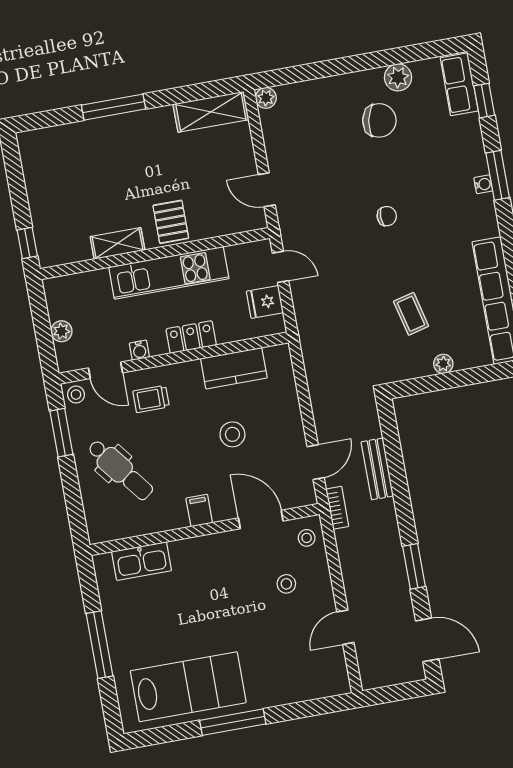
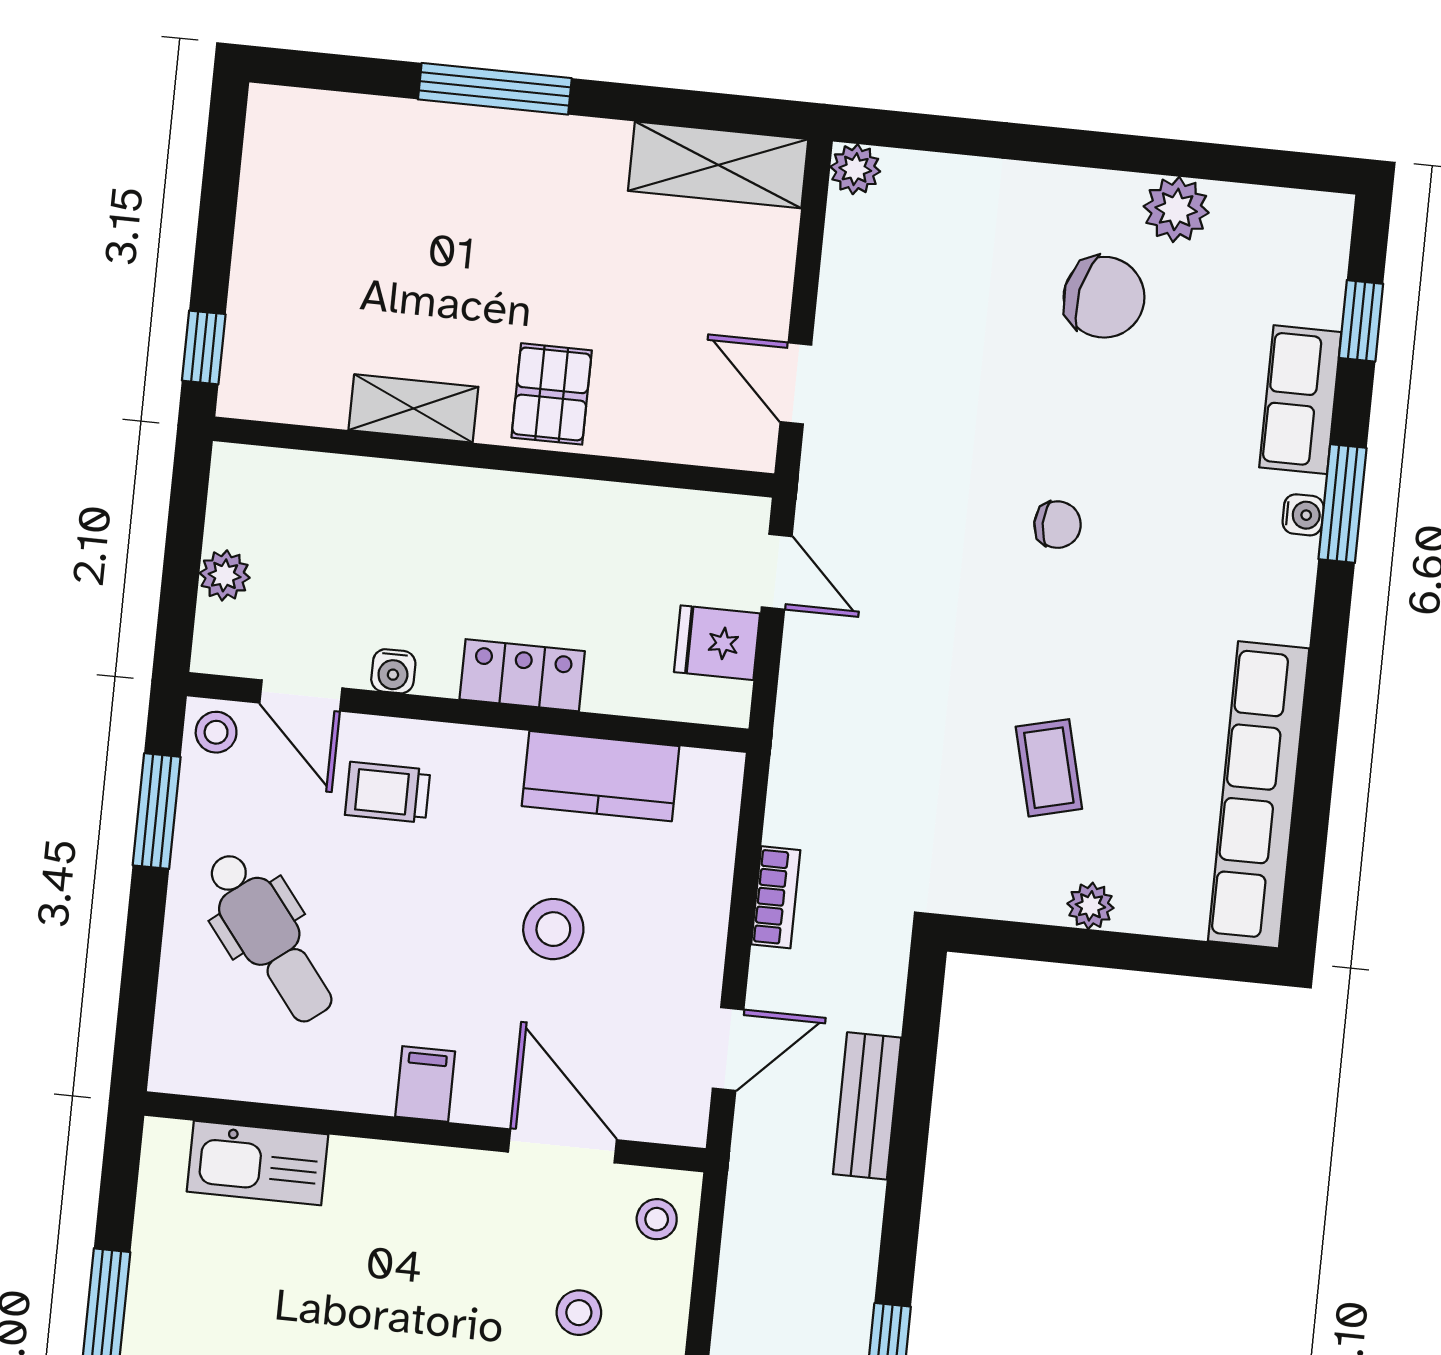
row of seats: (459, 84) -> (1300, 400), moved
kitchen unit: (169, 273) -> (513, 511), removed
bookcase: (337, 508) -> (776, 897), moved

